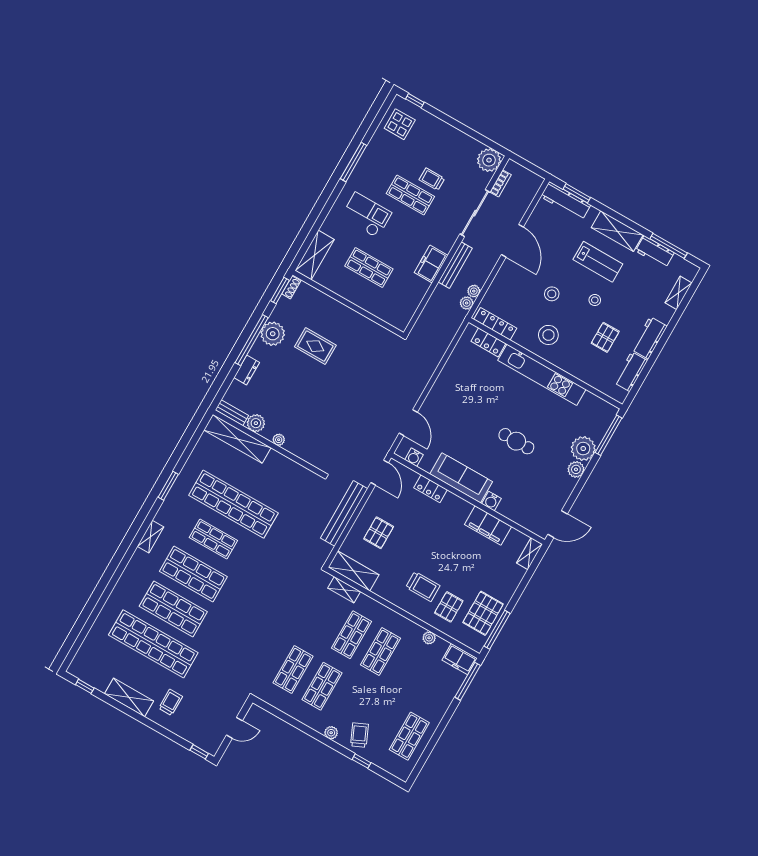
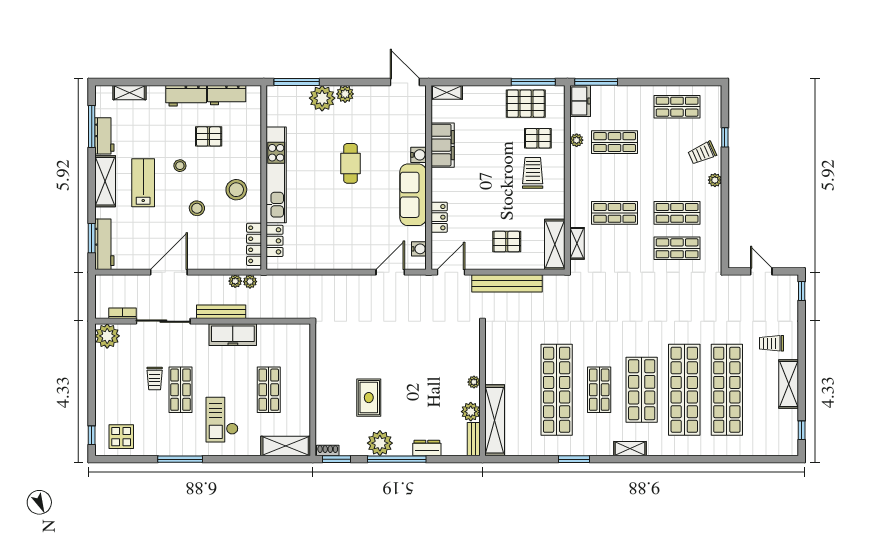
freezer: (431, 264) -> (233, 335), width x1.40
shop shelf: (173, 609) -> (684, 390), width x1.40
shop shelf: (381, 651) -> (615, 142), moved

